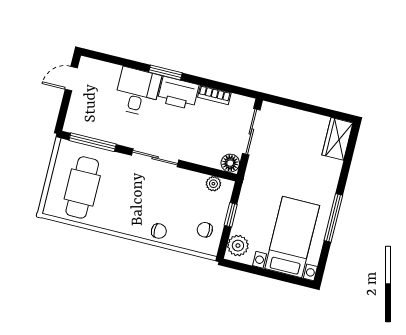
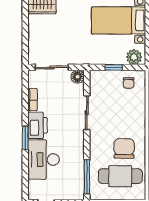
desk: (137, 92) -> (44, 159), width x1.37
sliding door: (155, 158) -> (87, 113), moved
plant: (213, 184) -> (95, 85), removed
chair: (159, 231) -> (124, 149), moved, width x1.87, depth x1.87

